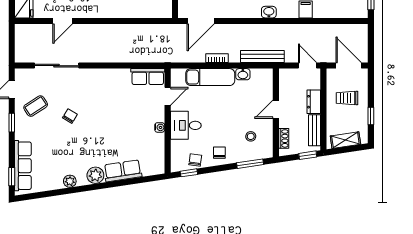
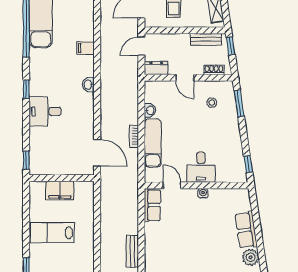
bench: (262, 56) -> (132, 251), moved, width x0.73
dresser: (314, 102) -> (156, 68), moved, turned 180
chair: (219, 153) -> (228, 134), removed
chair: (195, 160) -> (235, 158), removed

